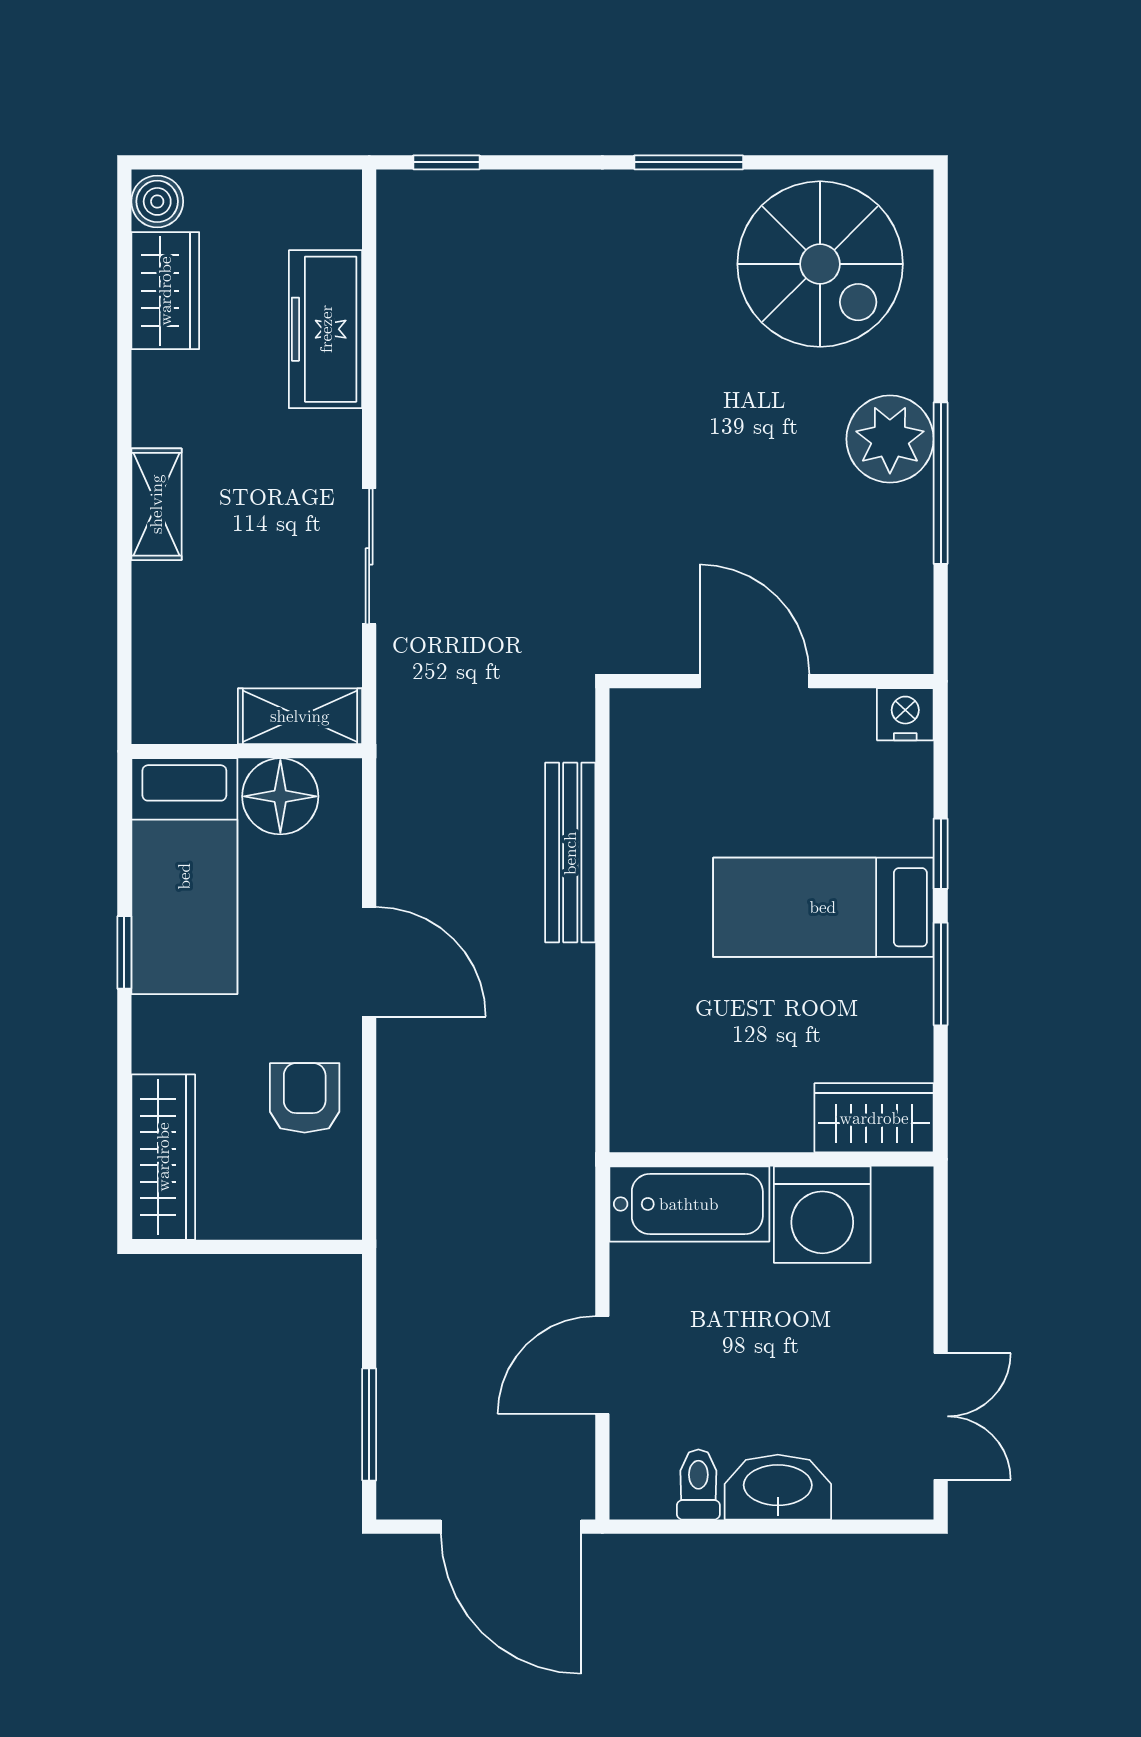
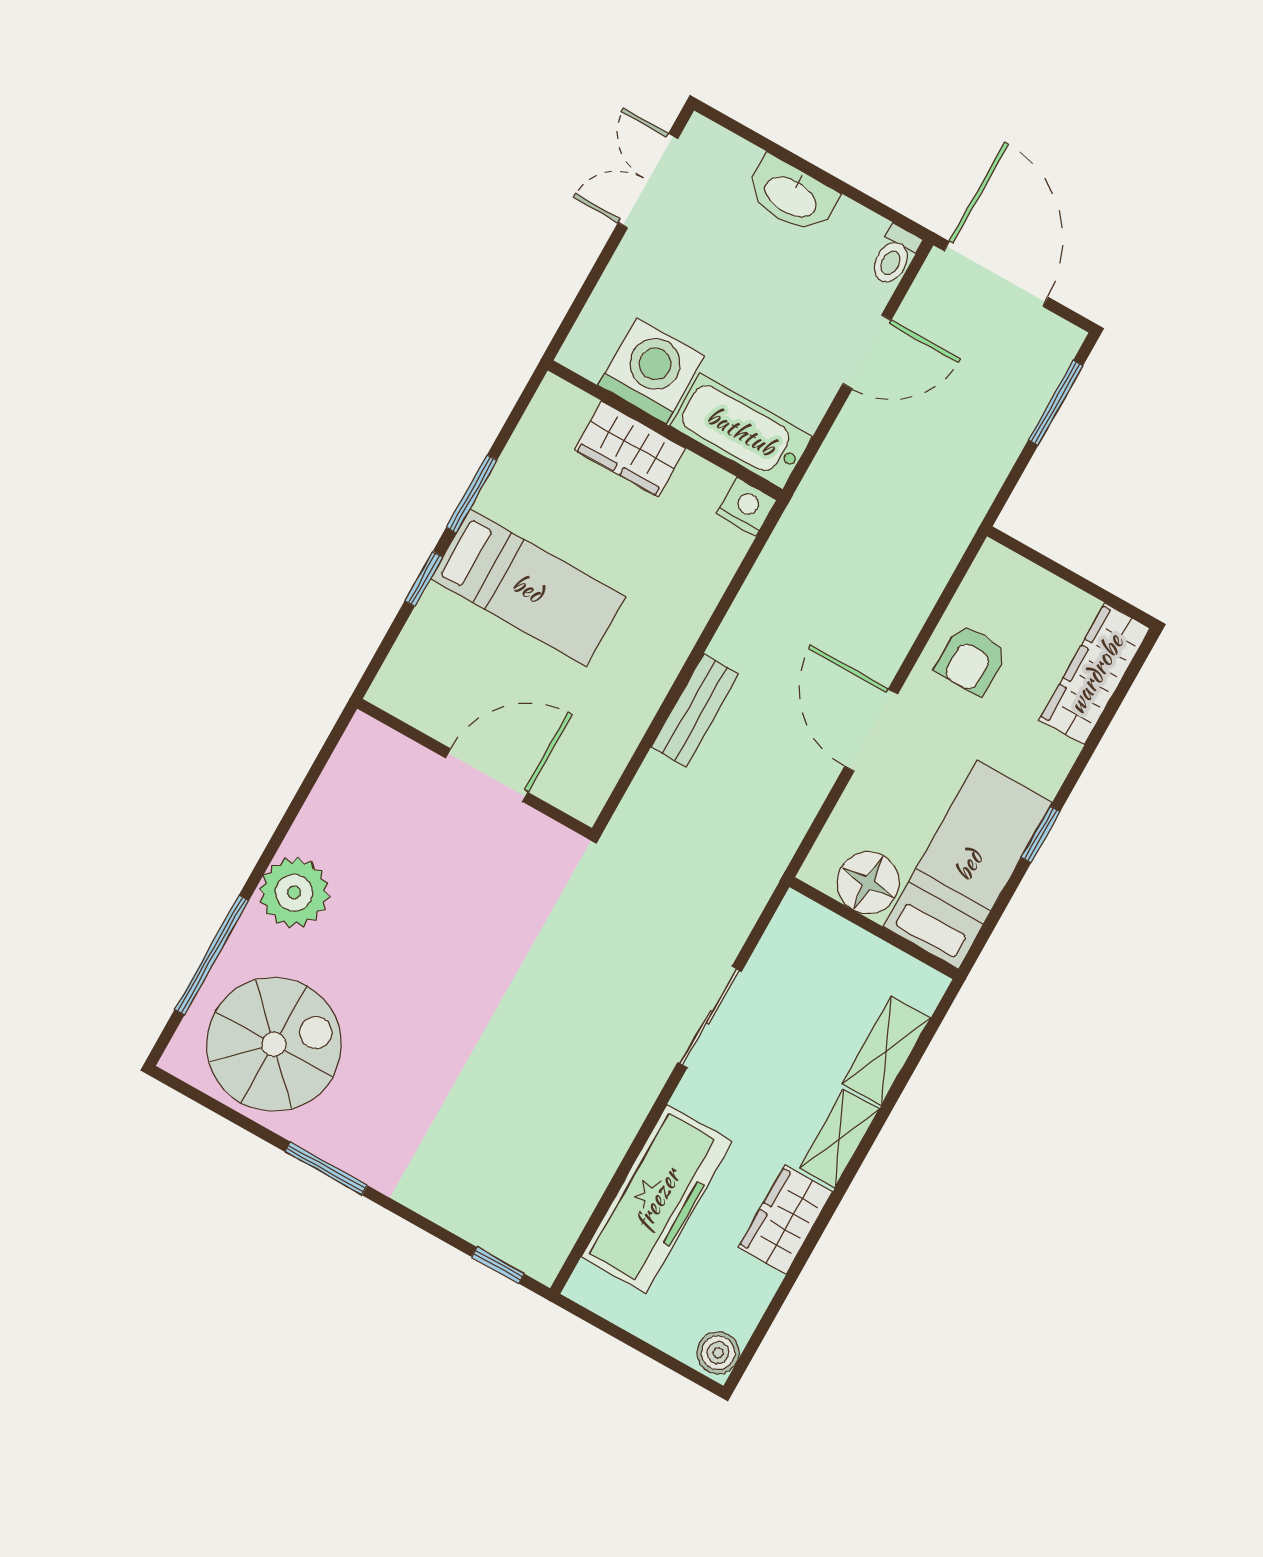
spiral stairs: (820, 264) -> (274, 1044), turned 90
wardrobe: (165, 291) -> (786, 1220), moved
freezer: (326, 329) -> (657, 1199), width x1.36, depth x1.26
window: (941, 483) -> (212, 955), moved
door: (754, 681) -> (487, 775), swing flipped
nightstand: (905, 714) -> (747, 507), moved, turned 180
shelving: (300, 716) -> (886, 1051), moved, turned 90
bench: (570, 853) -> (695, 710), width x0.73
wardrobe: (874, 1118) -> (630, 449), moved
toilet: (698, 1485) -> (894, 256), moved

